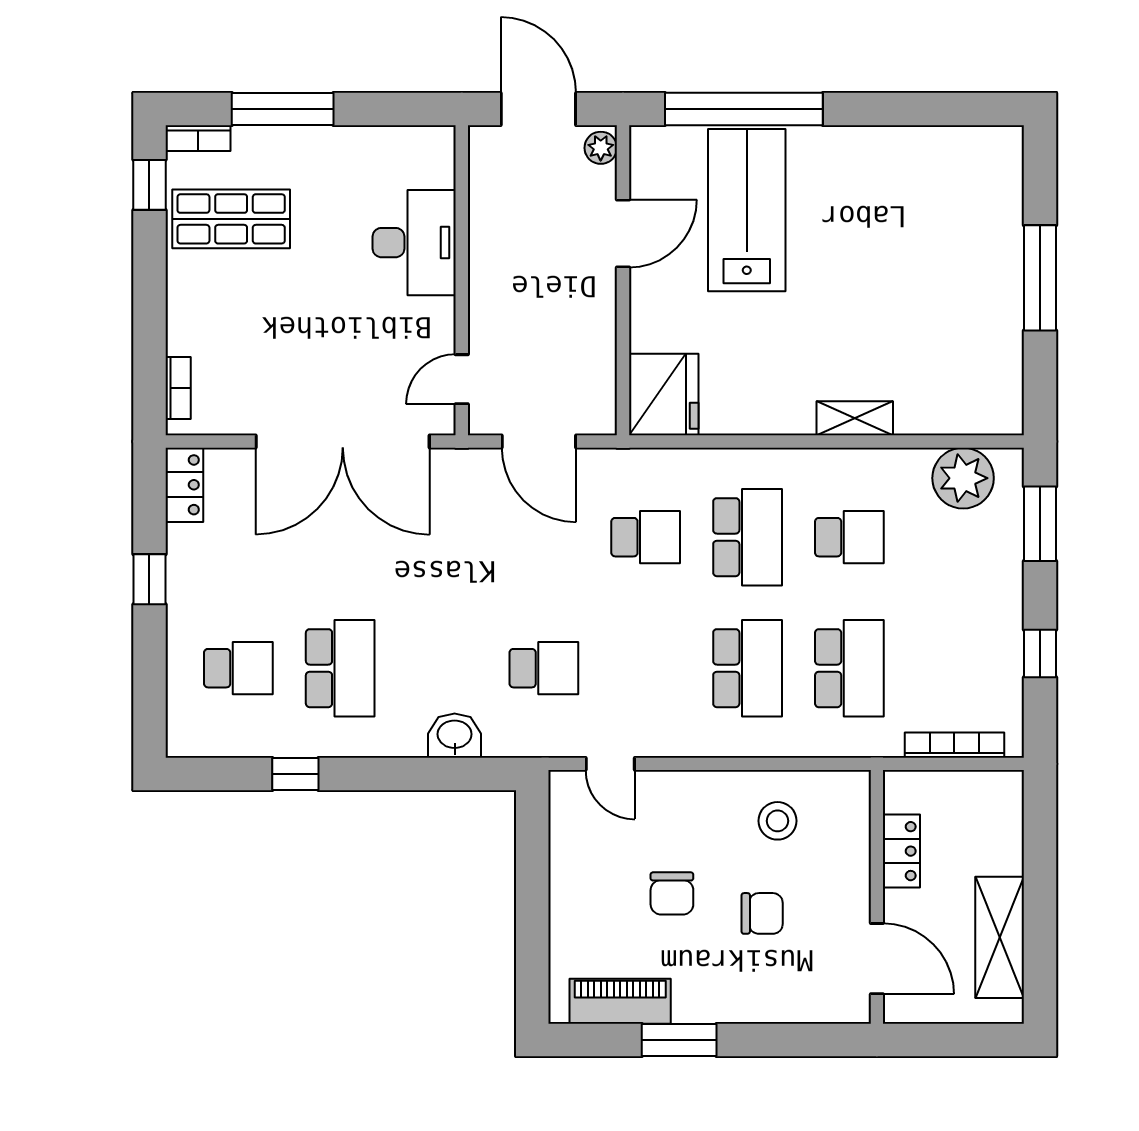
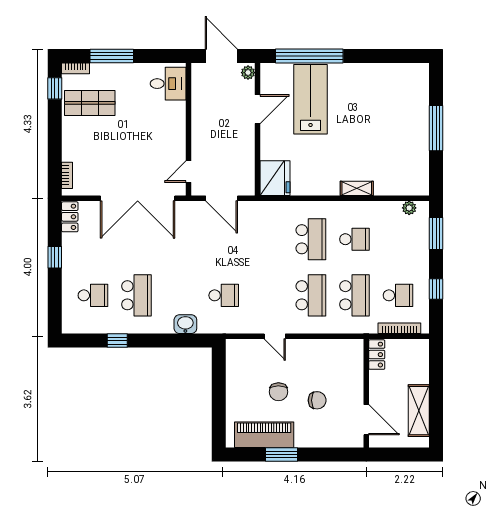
desk: (414, 243) -> (168, 84), moved, width x0.73
plant: (963, 478) -> (409, 208), width x0.53, depth x0.53
school desk: (646, 537) -> (398, 295), moved
door: (610, 764) -> (275, 336), moved
stool: (777, 821) -> (324, 361), removed
locker: (901, 851) -> (377, 355), moved
piano: (620, 1001) -> (264, 435), width x1.37, depth x1.33

